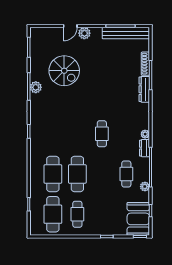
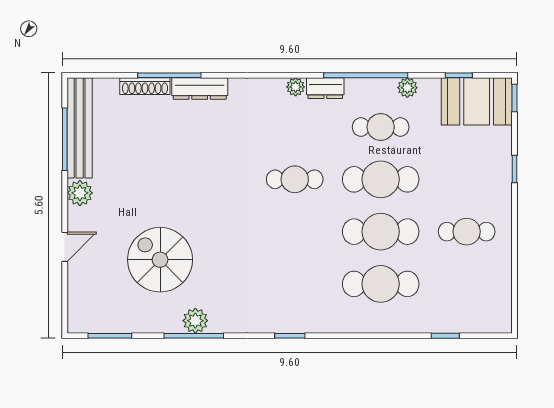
door: (70, 26) -> (65, 247), hinge flipped
plant: (84, 33) -> (80, 193), moved
spiral stairs: (64, 71) -> (160, 260), turned -90
cafe table: (53, 214) -> (381, 179), moved

